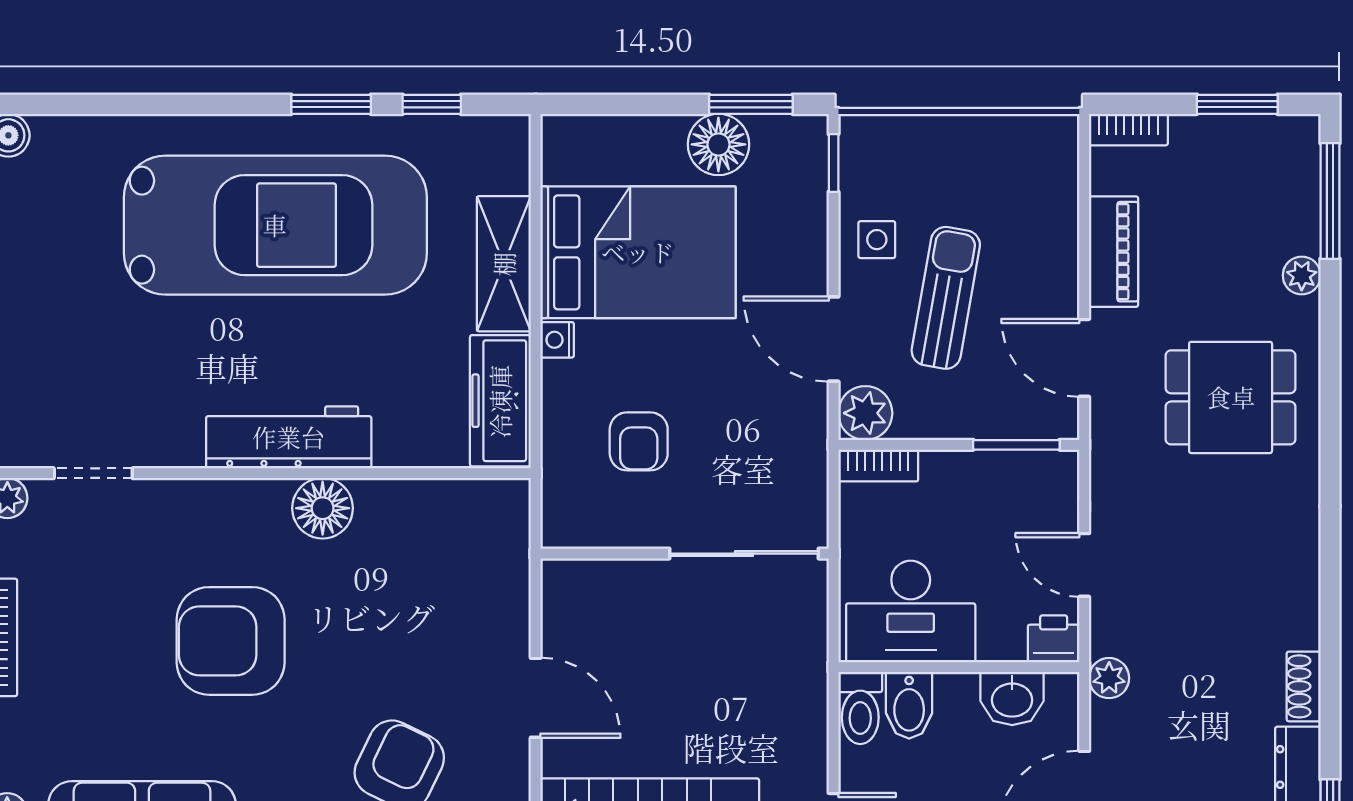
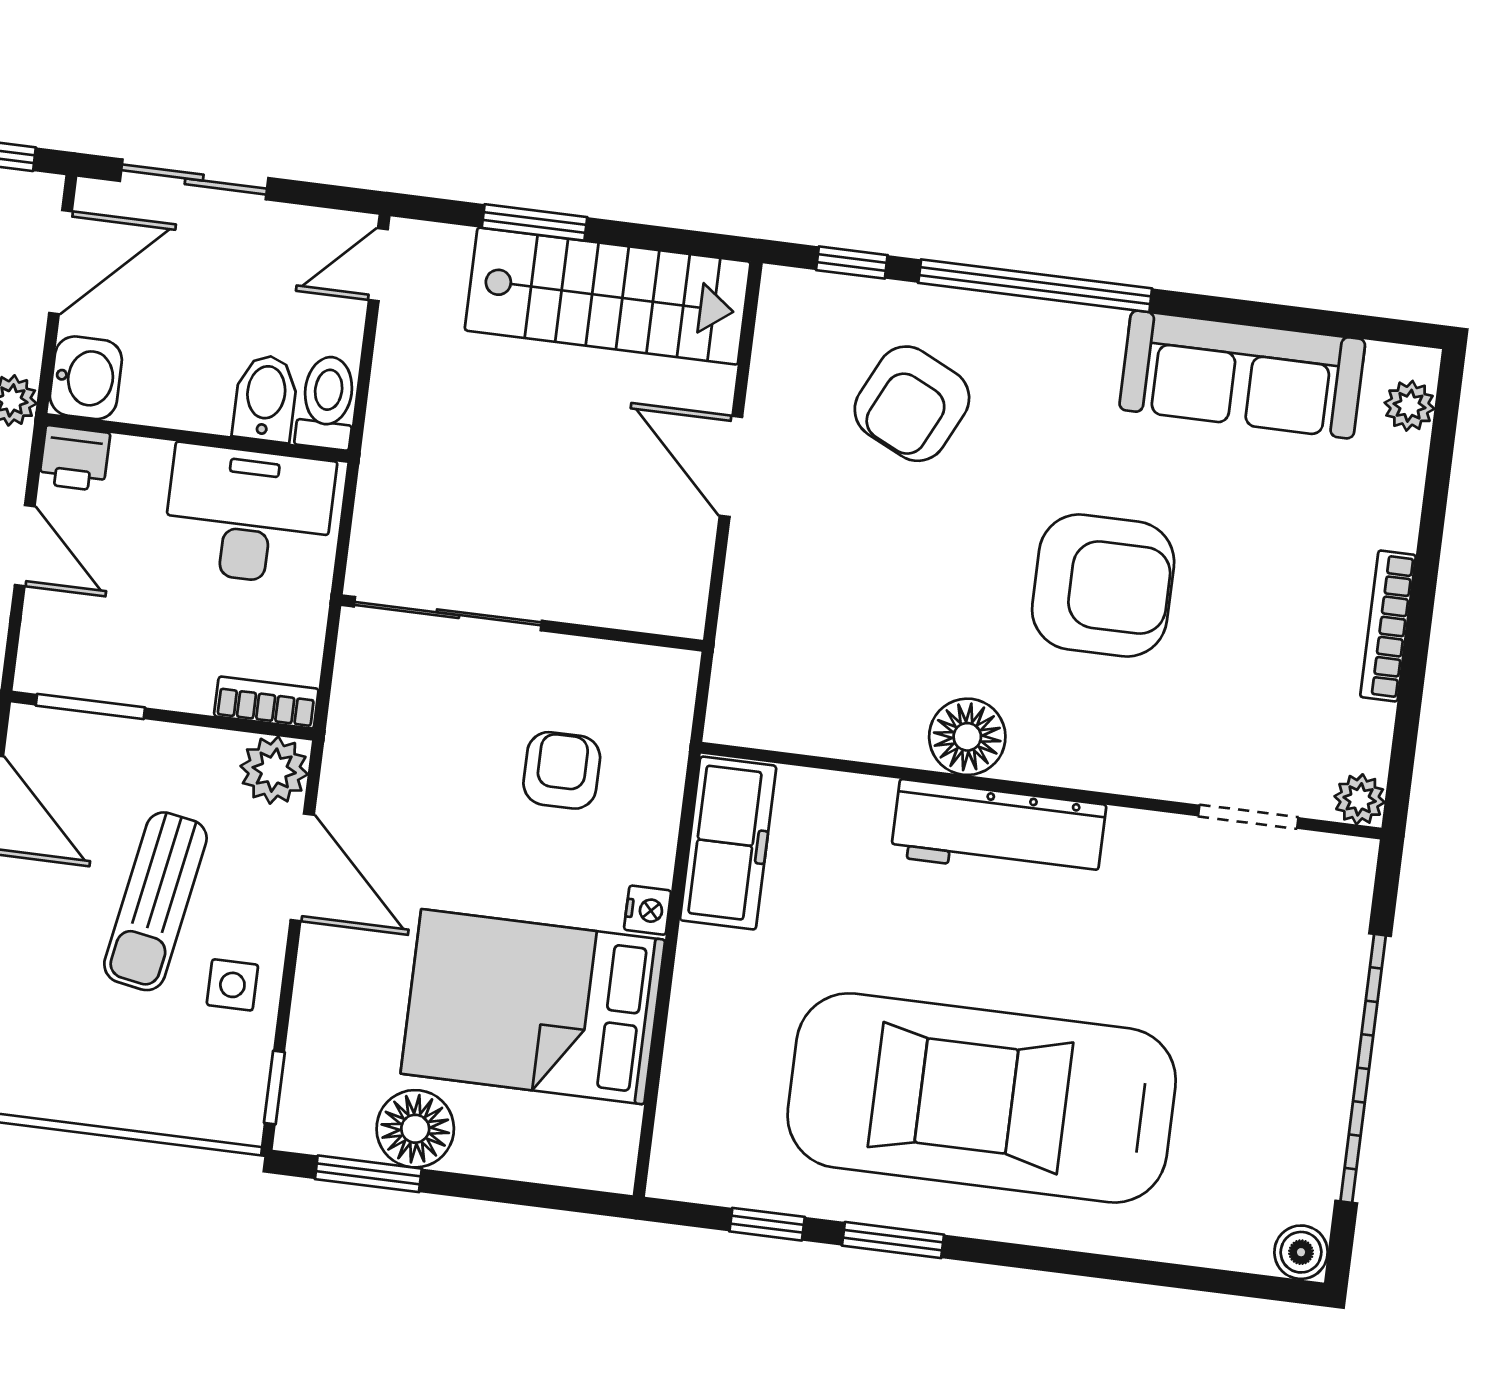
shelving: (504, 264) -> (702, 1014), removed
washbasin: (1012, 698) -> (86, 378), moved, turned 90

